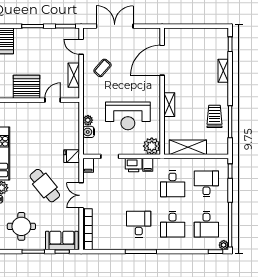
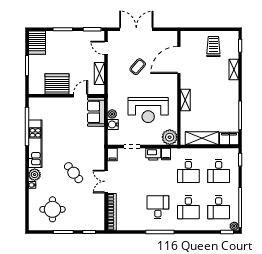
coffee table: (102, 68) -> (138, 67), moved
trolley: (215, 116) -> (213, 47), moved
filing cabinet: (218, 148) -> (229, 139), added
fridge: (72, 156) -> (98, 146), removed
desk: (206, 184) -> (219, 171), turned 180
cafe table: (45, 186) -> (74, 173), width x0.73, depth x0.74
sofa: (62, 240) -> (96, 112), moved, turned -90

